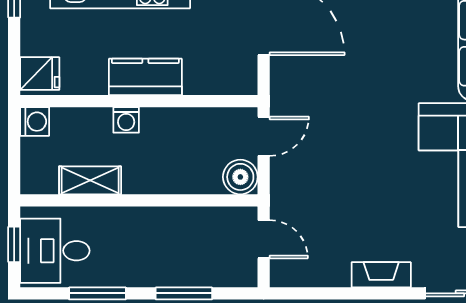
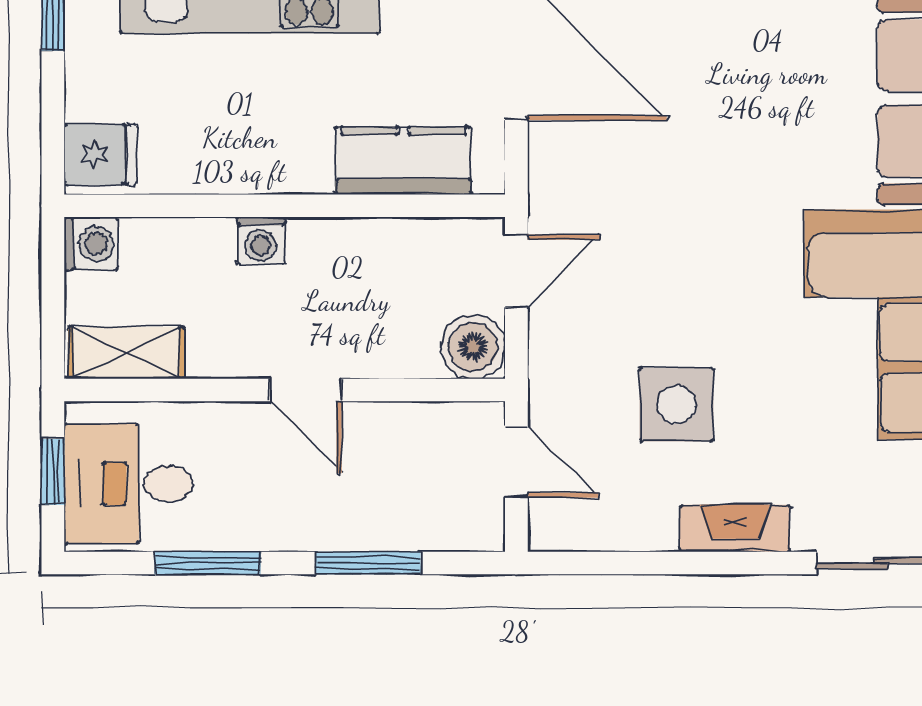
kitchen counter: (145, 77) -> (403, 161), moved
shelving: (90, 180) -> (126, 353), moved
door: (150, 200) -> (306, 390), added
side table: (350, 208) -> (677, 405), added

